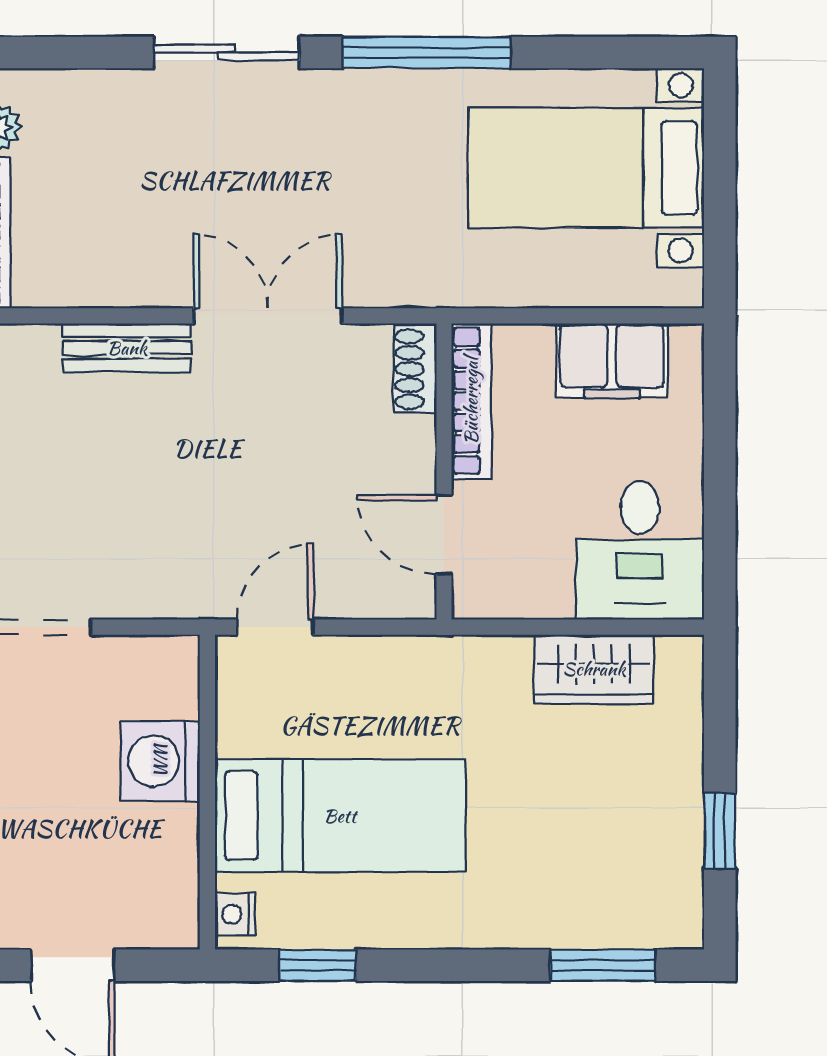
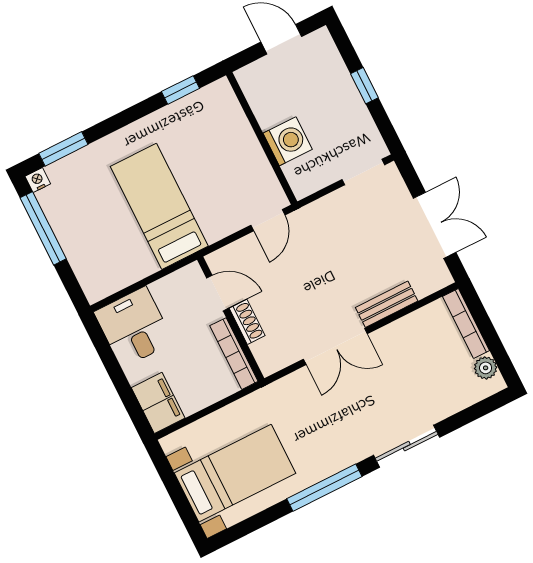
filing cabinet: (612, 361) -> (158, 403), moved, turned 90
shoe rack: (415, 369) -> (247, 322), moved
wardrobe: (594, 669) -> (128, 269), removed
bed: (340, 816) -> (159, 206), moved, turned 90
window: (720, 831) -> (43, 228), width x2.17
nightstand: (235, 914) -> (38, 180), moved, turned -90

